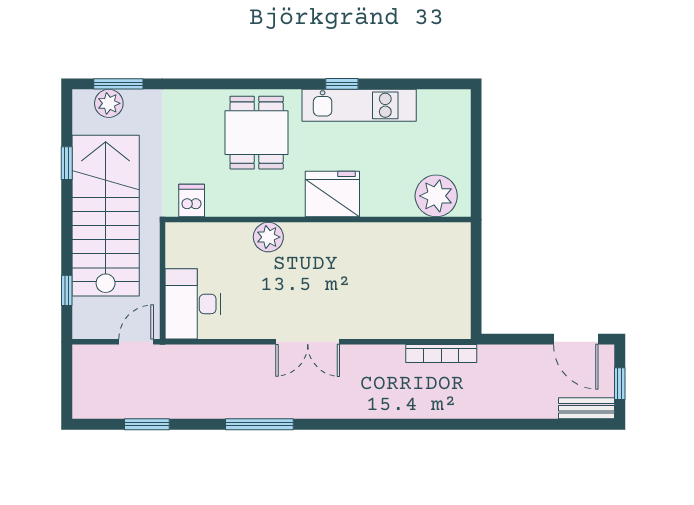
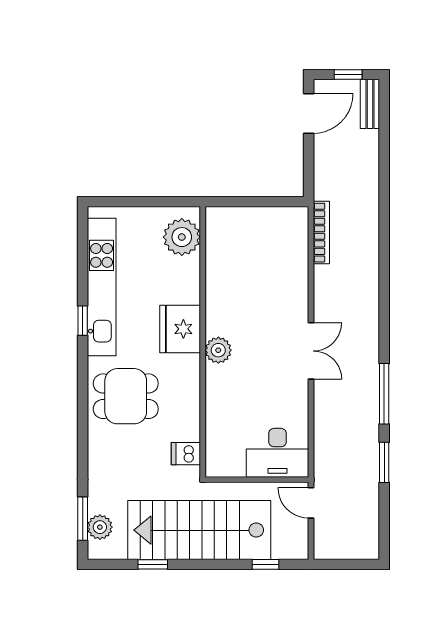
kitchen unit: (359, 105) -> (102, 287), width x1.36
plant: (268, 237) -> (218, 350), moved
window: (147, 424) -> (384, 462), moved

